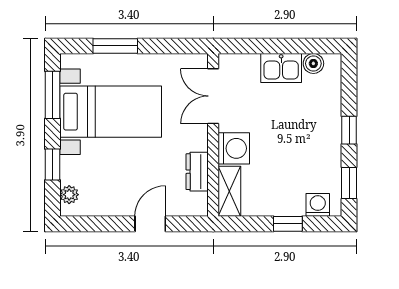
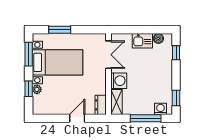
double door: (213, 96) -> (108, 55), swing flipped
window: (349, 130) -> (176, 53), moved
dresser: (197, 172) -> (101, 105), moved
plant: (69, 195) -> (37, 89), moved
window: (288, 224) -> (146, 118), width x2.17

